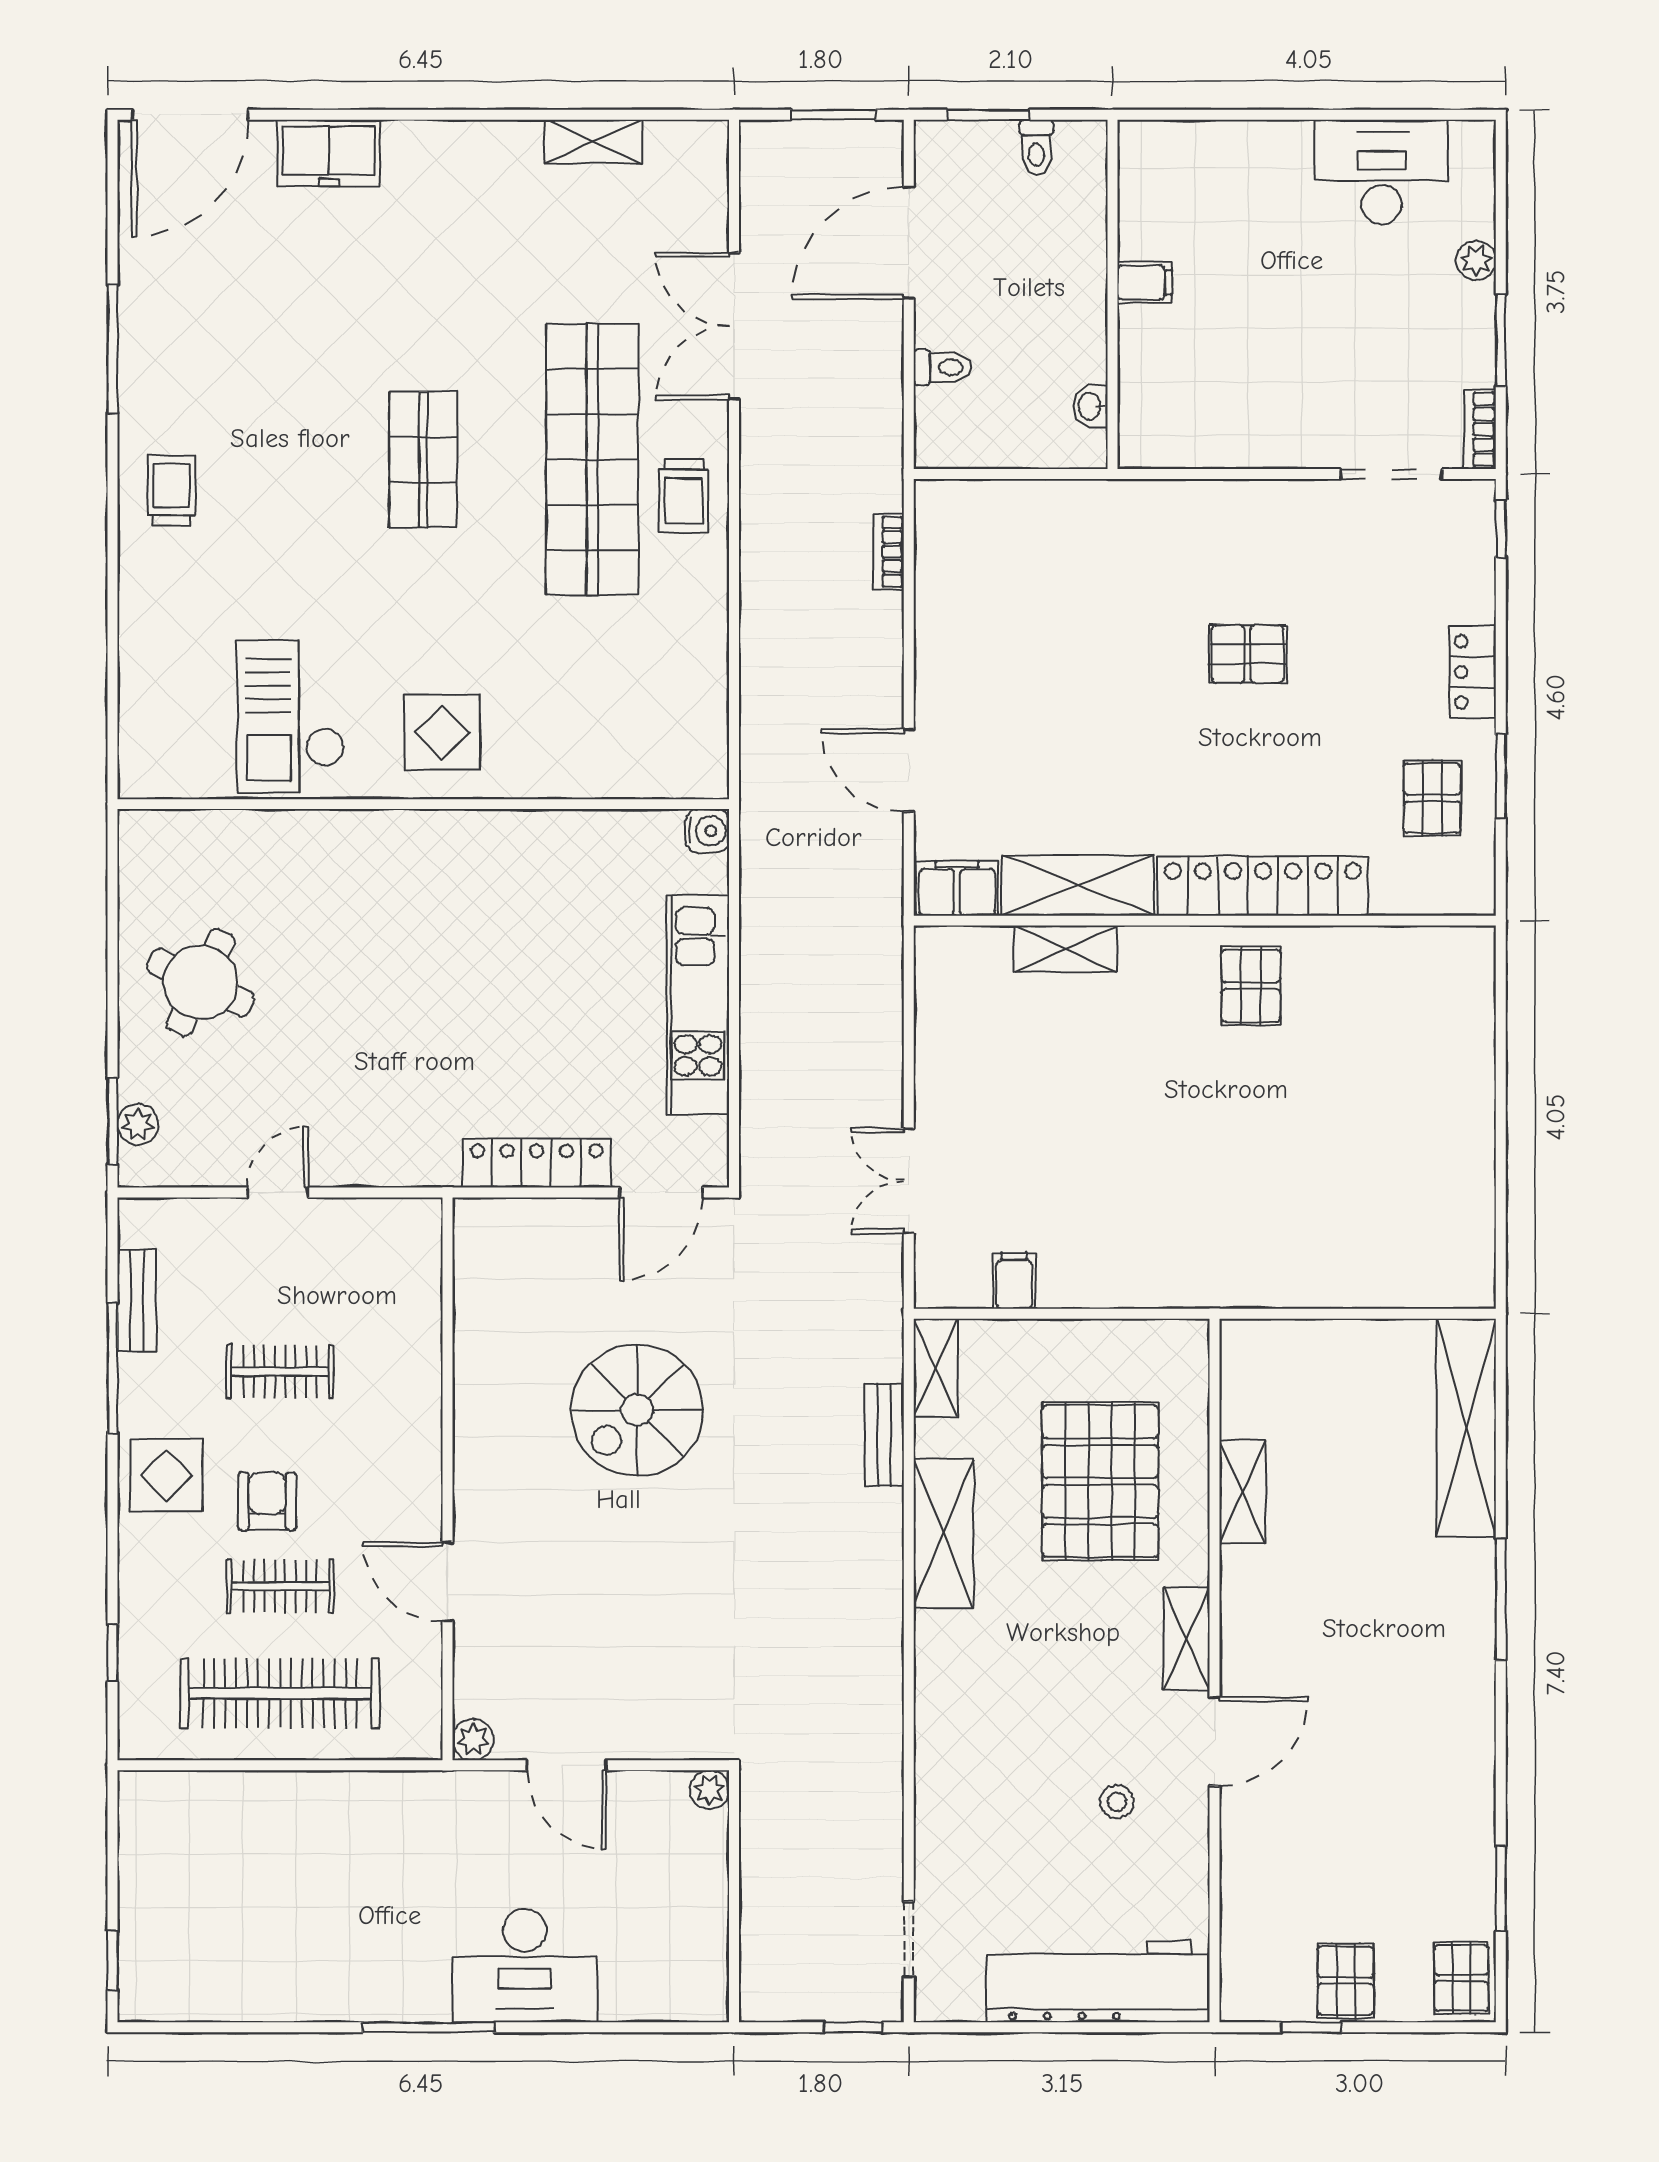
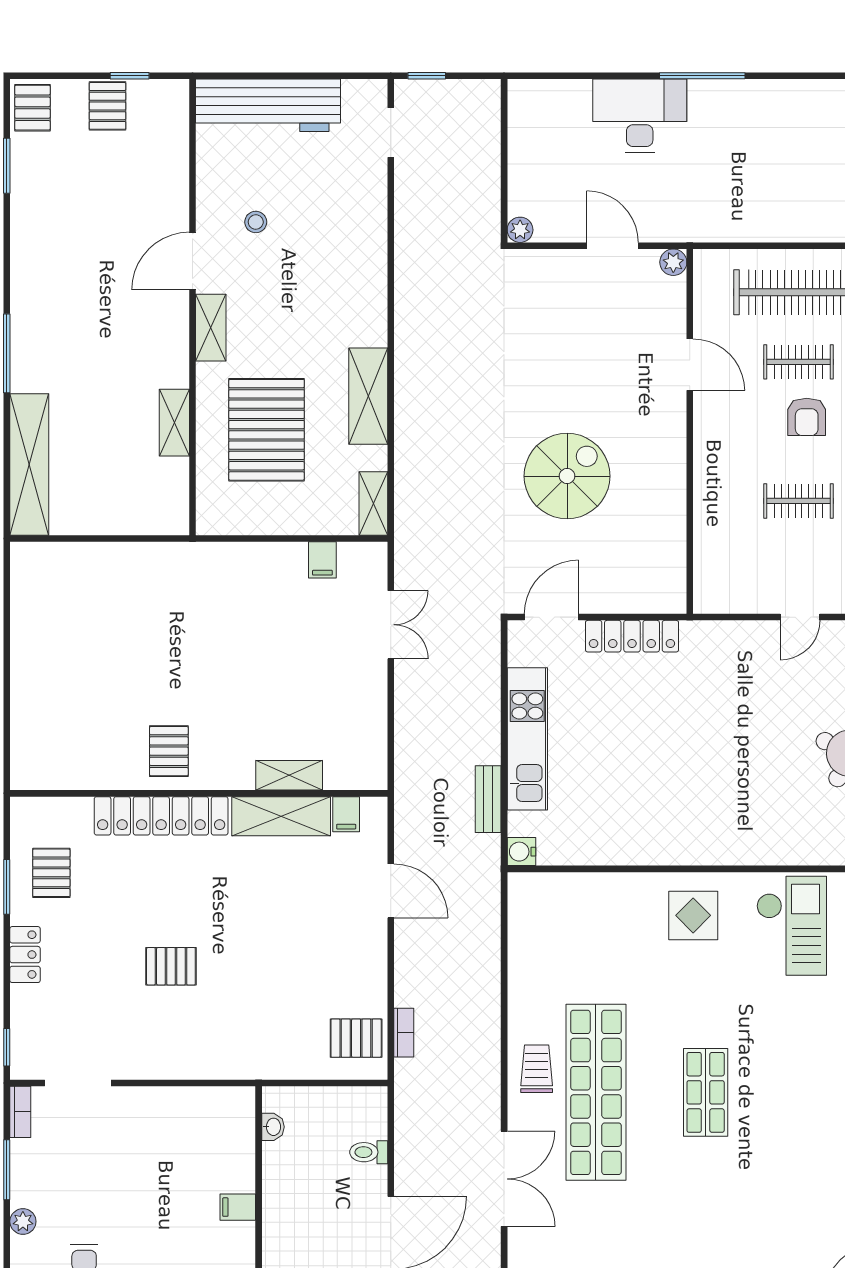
pallet: (962, 543) -> (356, 1038), added
filing cabinet: (957, 888) -> (346, 814), width x0.50
bench: (884, 1435) -> (488, 799), moved

